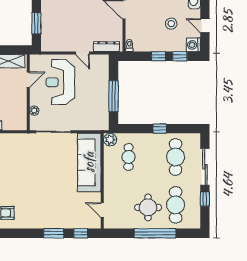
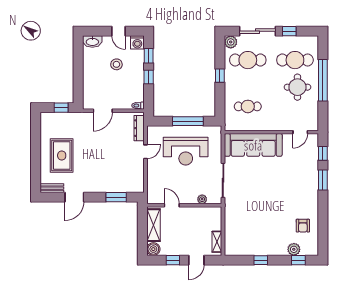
door: (205, 26) -> (119, 31), hinge flipped
reception desk: (60, 82) -> (186, 151), moved
plant: (110, 140) -> (231, 42), moved

